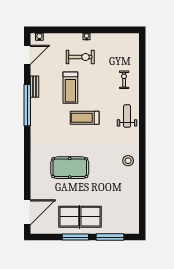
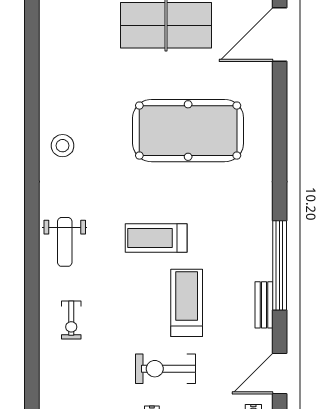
treadmill: (85, 118) -> (156, 238), turned 180
pool table: (70, 168) -> (188, 131), width x1.36, depth x1.32

